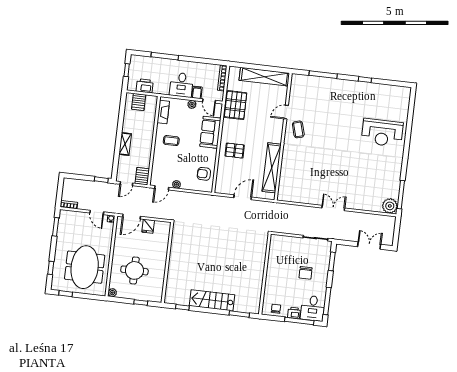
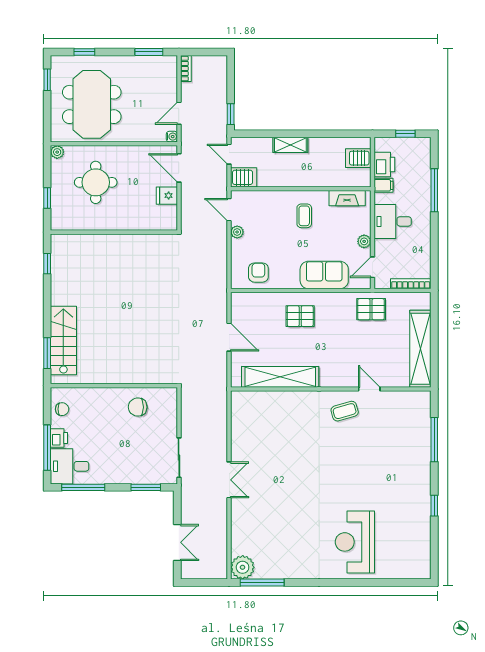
filing cabinet: (197, 92) -> (384, 185), moved
pallet: (236, 105) -> (371, 309), width x0.67, depth x0.71
pallet: (235, 151) -> (300, 316), turned 90
meeting table: (85, 267) -> (92, 104), turned 90
chair: (306, 273) -> (138, 407), moved
stairs: (212, 300) -> (63, 341), moved

